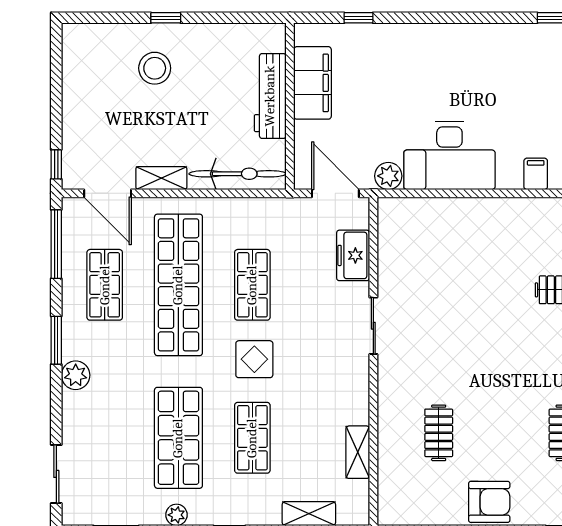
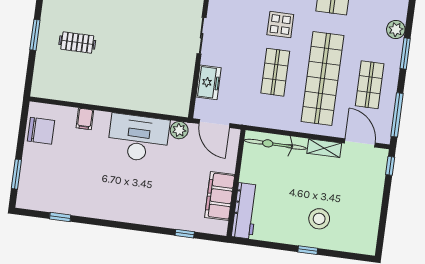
workbench: (270, 96) -> (245, 211), moved

